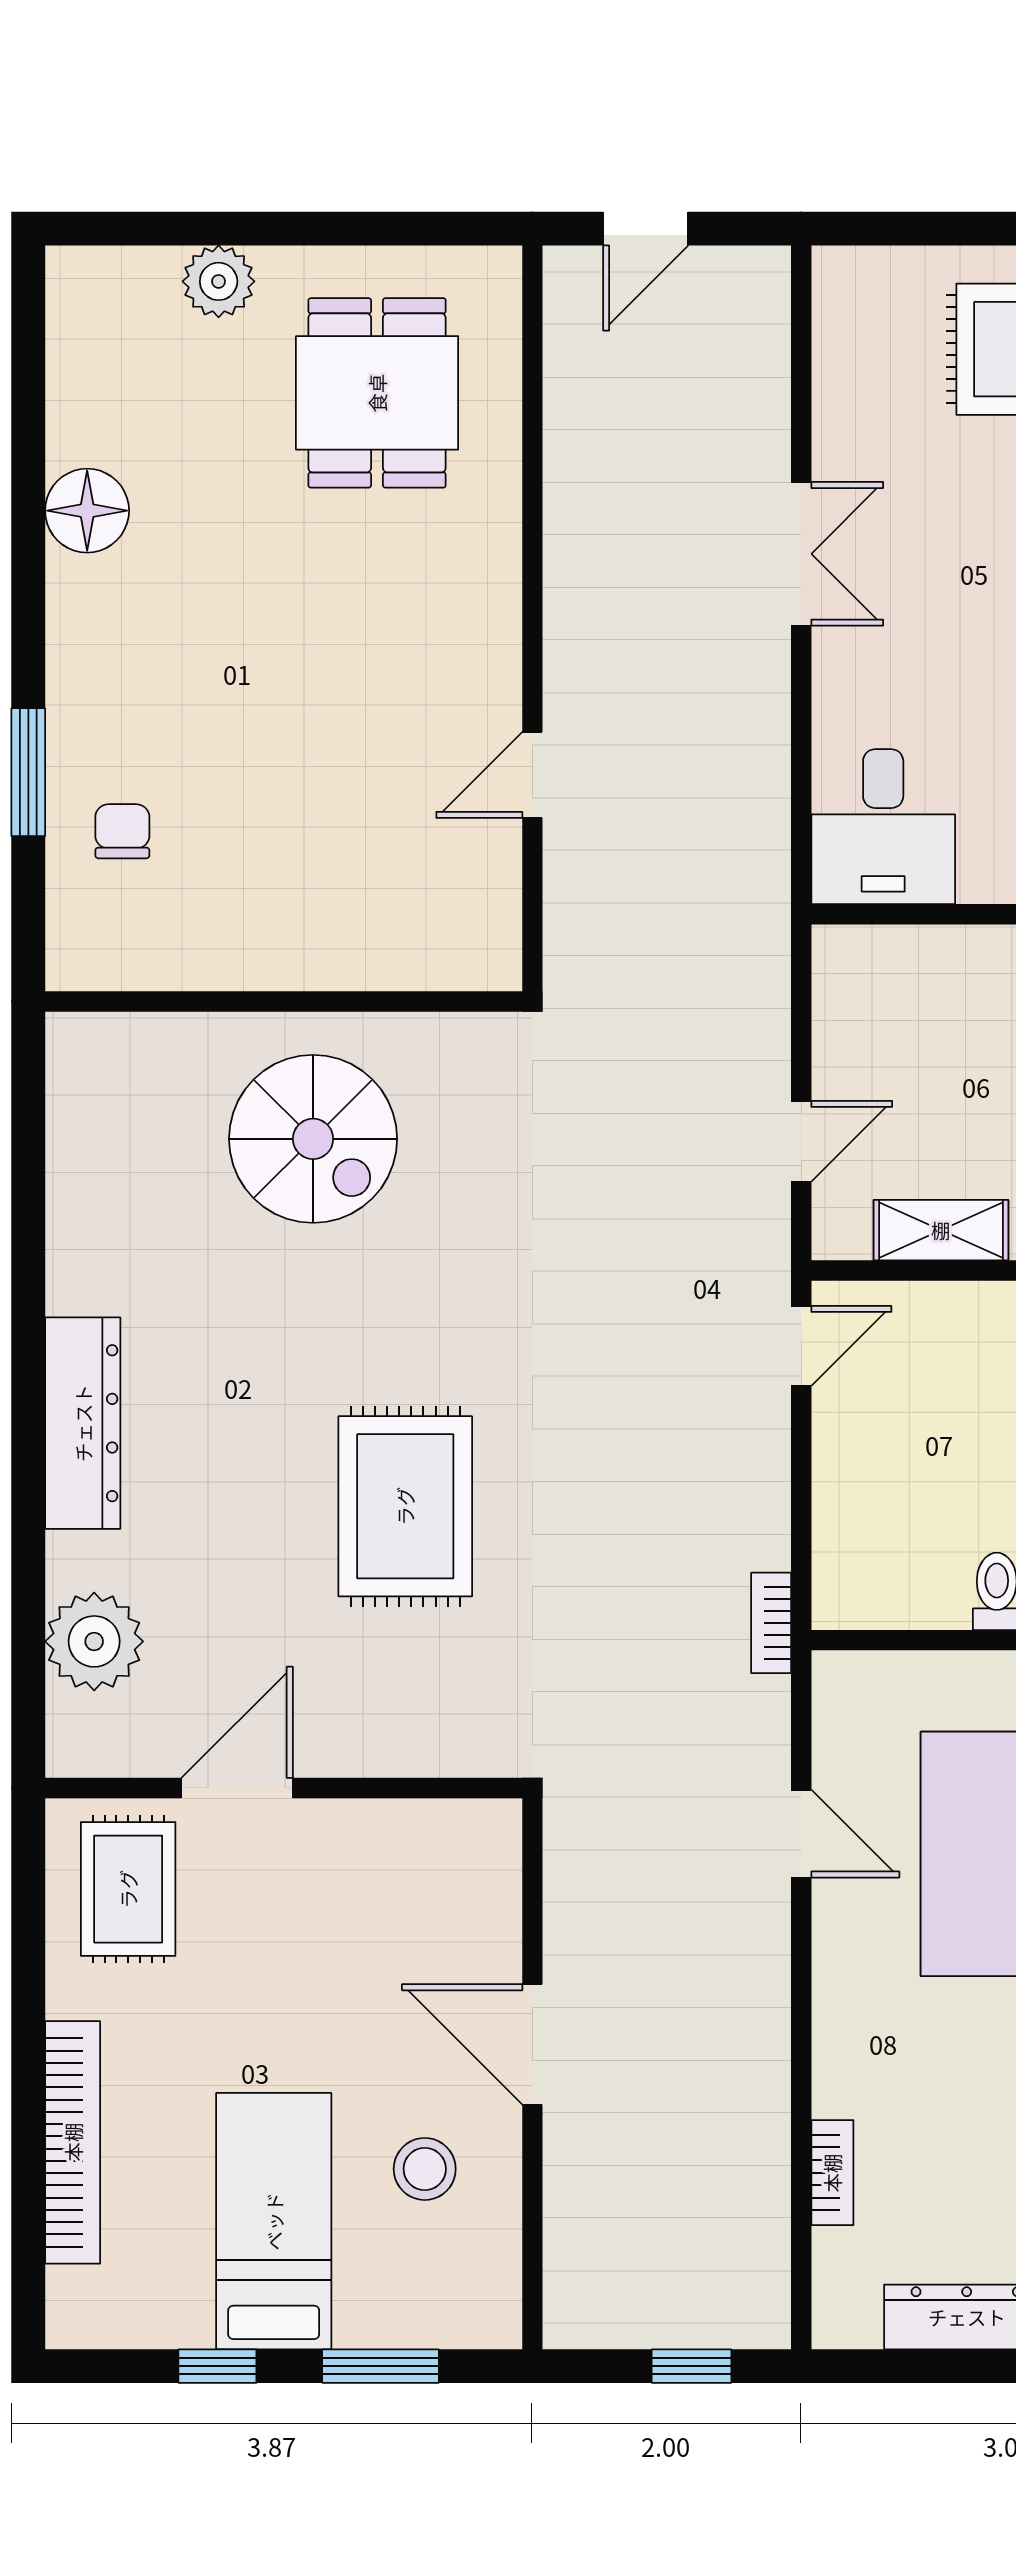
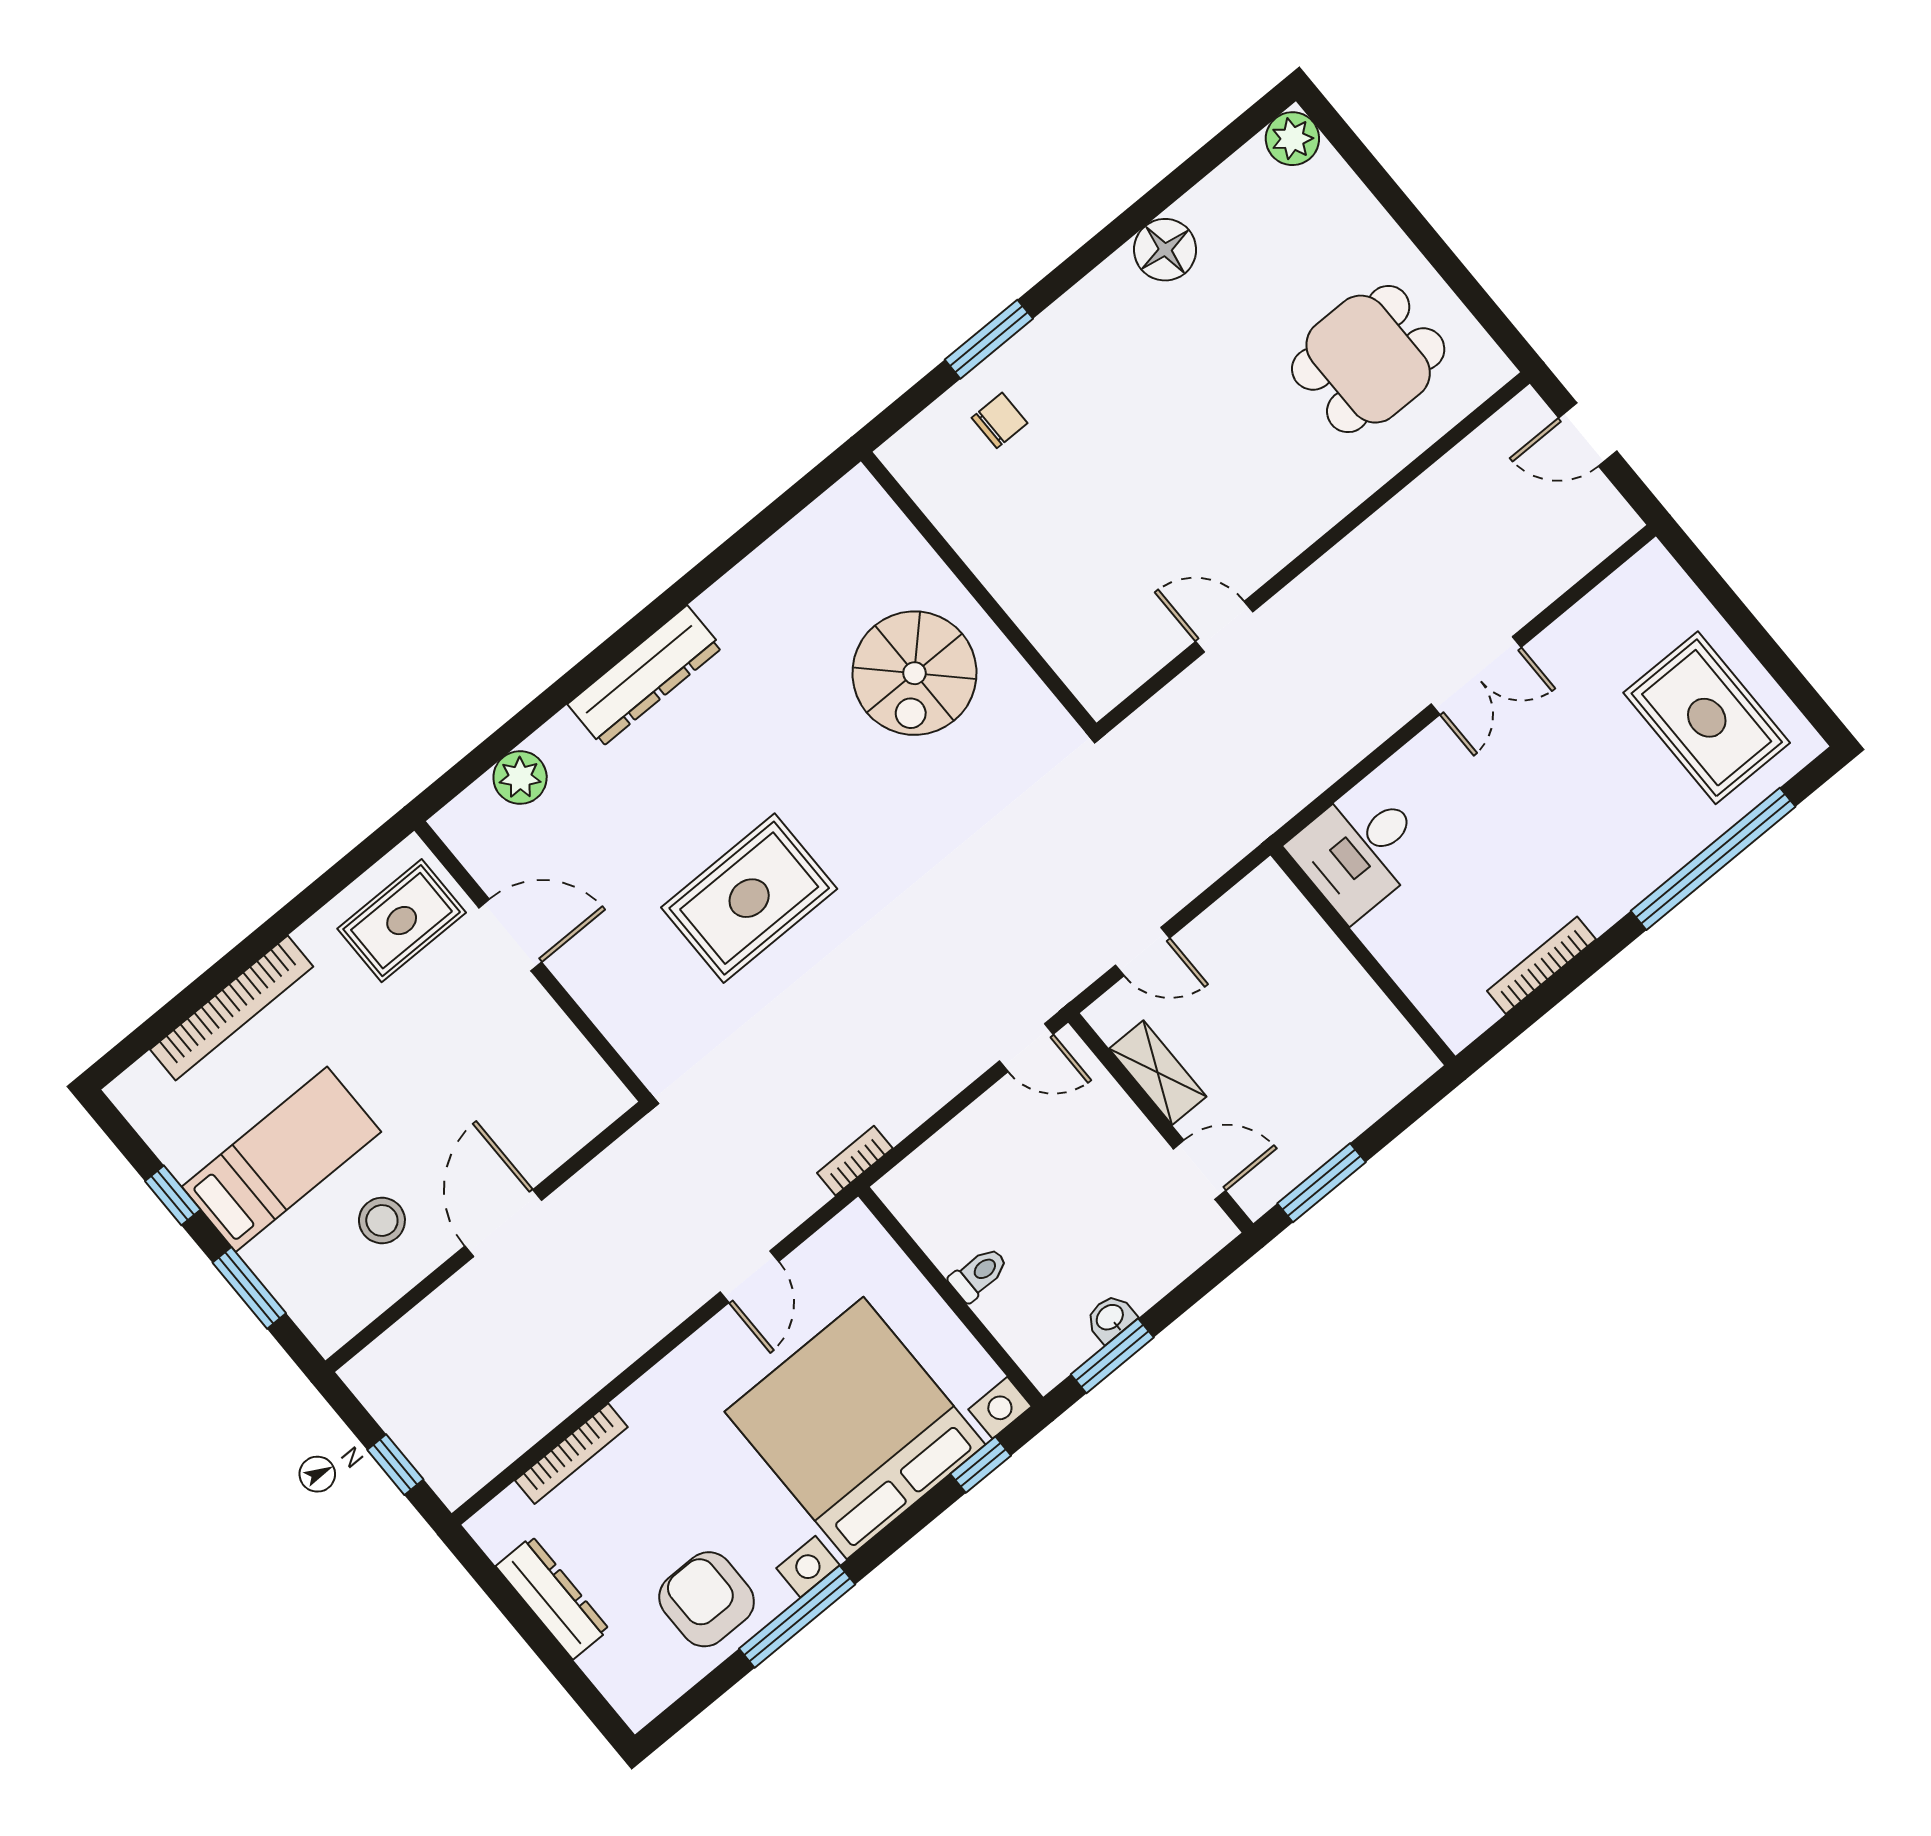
plant: (219, 281) -> (1292, 139), moved
plant: (94, 1641) -> (520, 778), width x0.73, depth x0.73
bookcase: (832, 2173) -> (571, 1454), width x1.56

